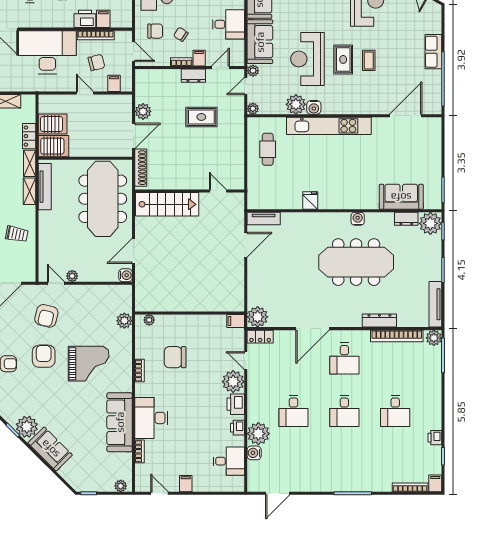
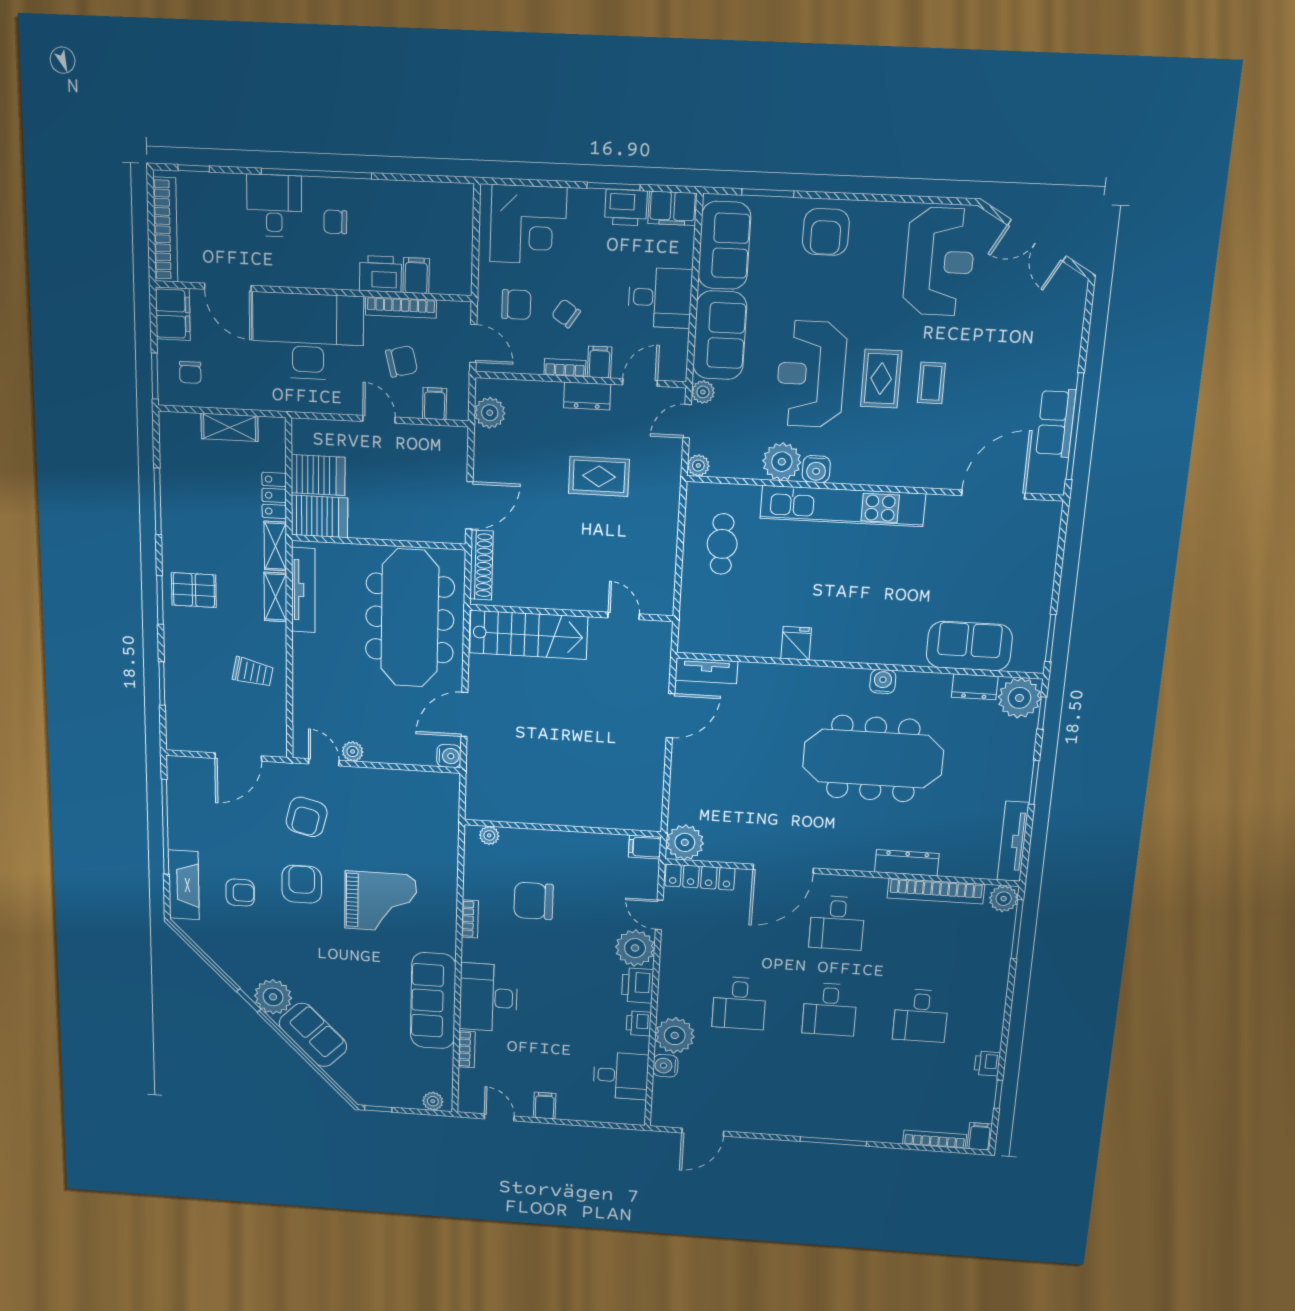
row of seats: (433, 52) -> (1056, 423), moved
plant: (143, 111) -> (490, 413), moved
plant: (124, 321) -> (445, 834), removed
locker: (260, 337) -> (700, 877), width x1.53

